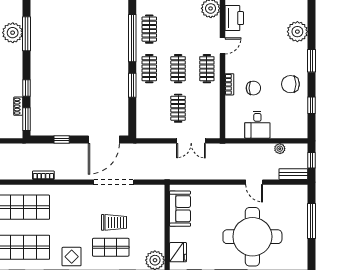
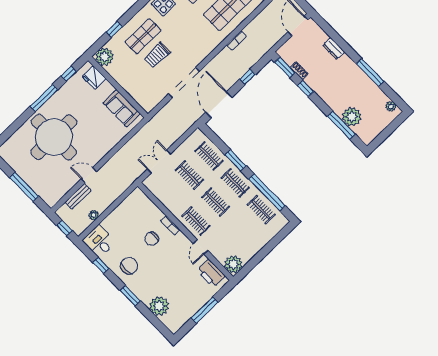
clothes rail: (149, 108) -> (209, 156), added
desk: (257, 125) -> (99, 241), moved
bench: (293, 174) -> (78, 196), moved

